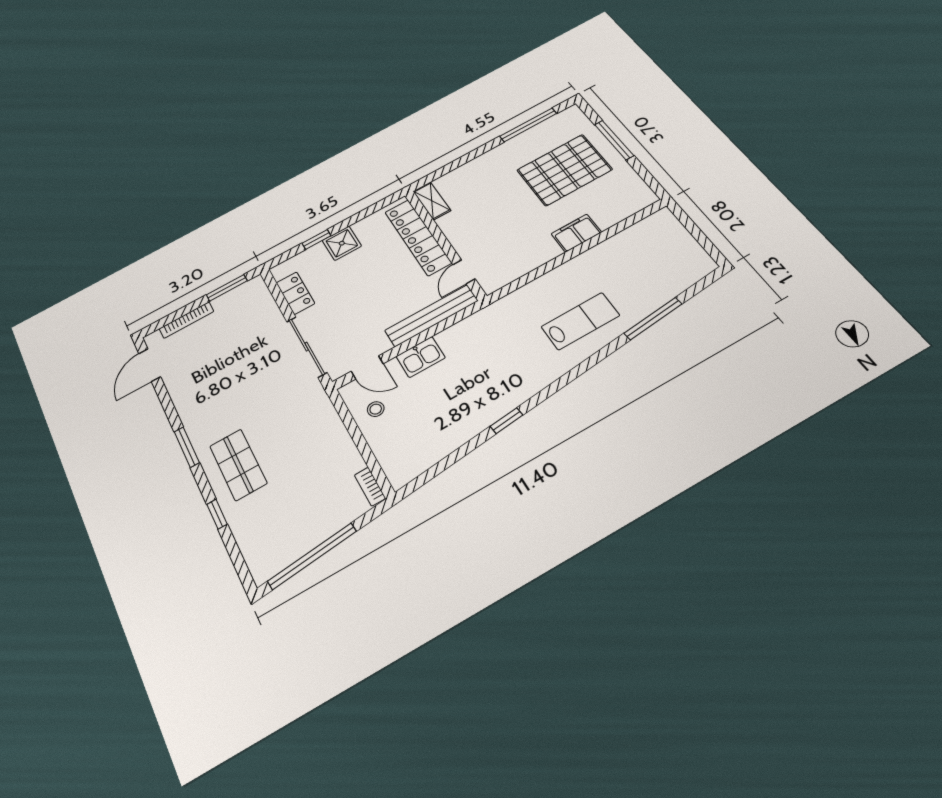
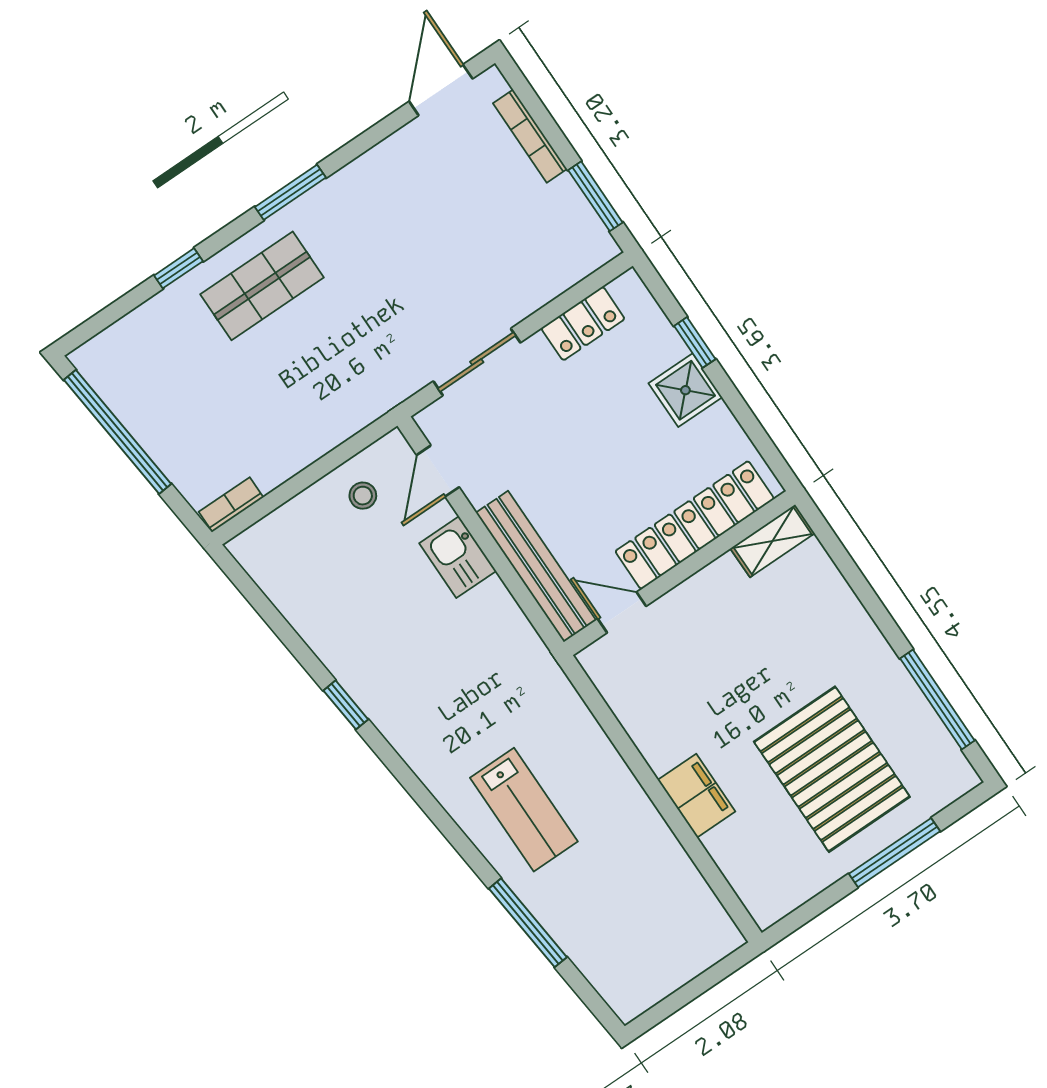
sliding door: (307, 347) -> (477, 362), width x0.73
door: (150, 365) -> (441, 90), hinge flipped

